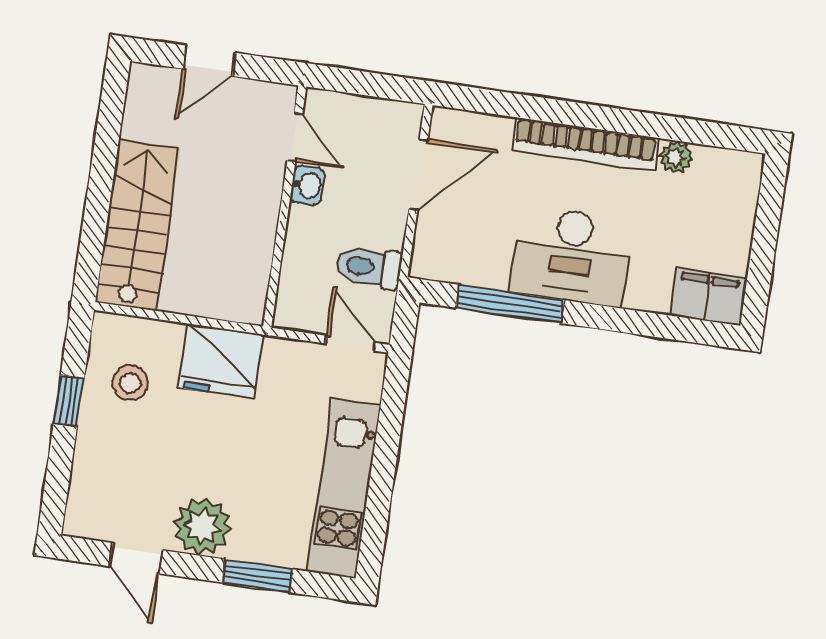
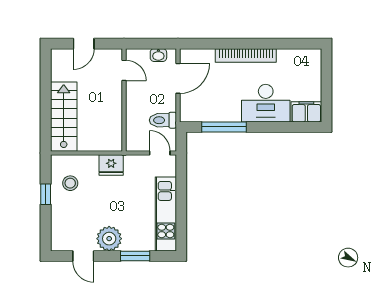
plant: (676, 157) -> (284, 55), removed
washbasin: (307, 185) -> (158, 55), moved, turned 90
desk: (571, 256) -> (266, 103), moved
fridge: (221, 361) -> (111, 165), width x0.73, depth x0.75

